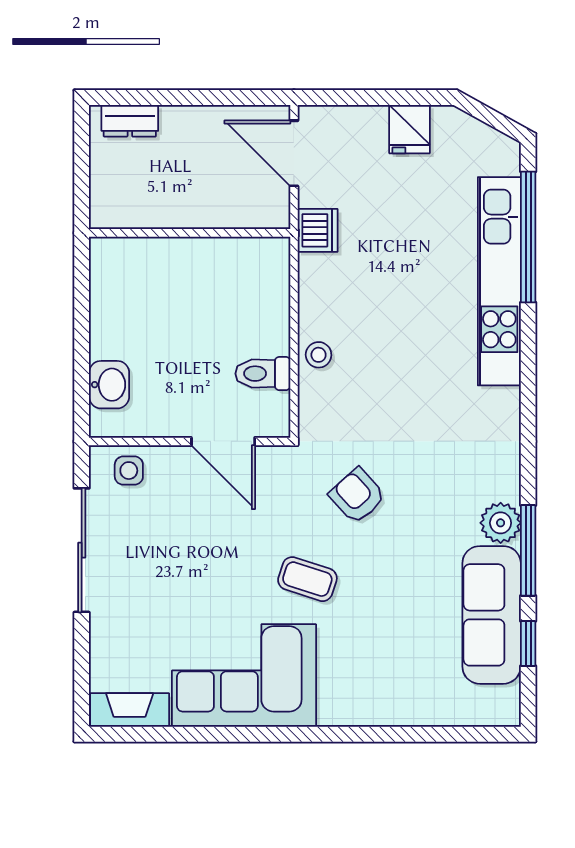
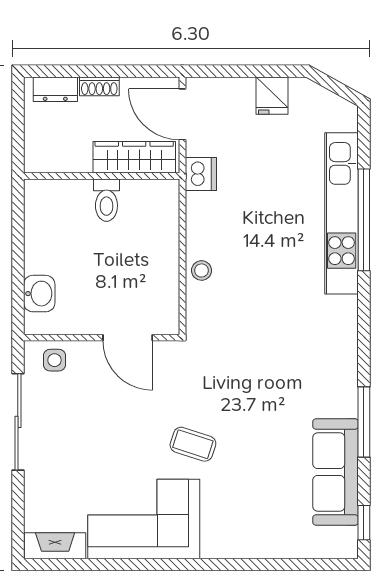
shoe rack: (187, 117) -> (99, 86), added
wardrobe: (232, 209) -> (134, 157), added
window: (528, 237) -> (364, 220), moved
toilet: (263, 374) -> (106, 200), moved, turned -90
armchair: (357, 496) -> (232, 380), removed
plant: (501, 523) -> (343, 401), removed
window: (528, 643) -> (364, 523), moved

